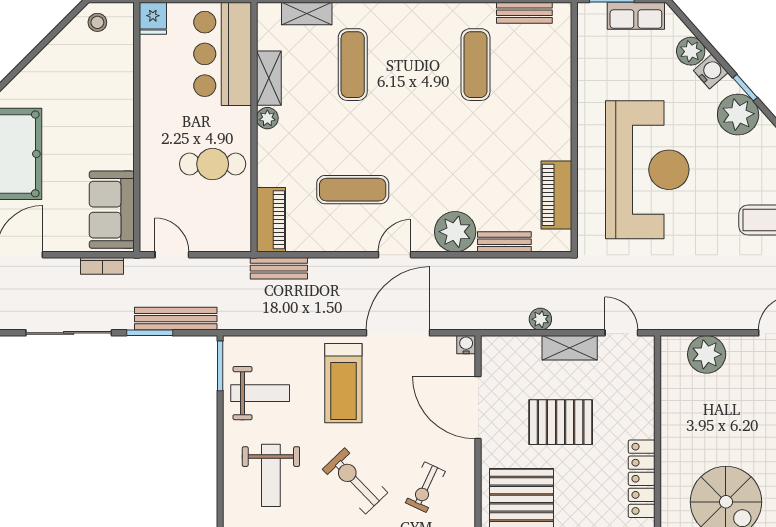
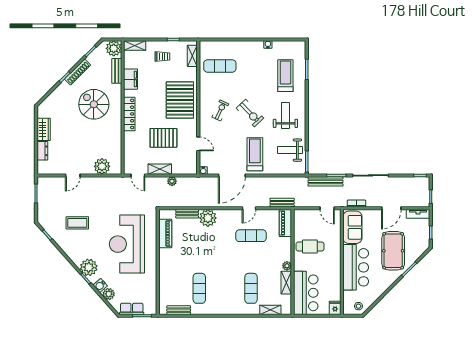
bar counter: (104, 114) -> (356, 267), added
door: (395, 255) -> (249, 208), moved
door: (478, 408) -> (198, 144), width x0.53

